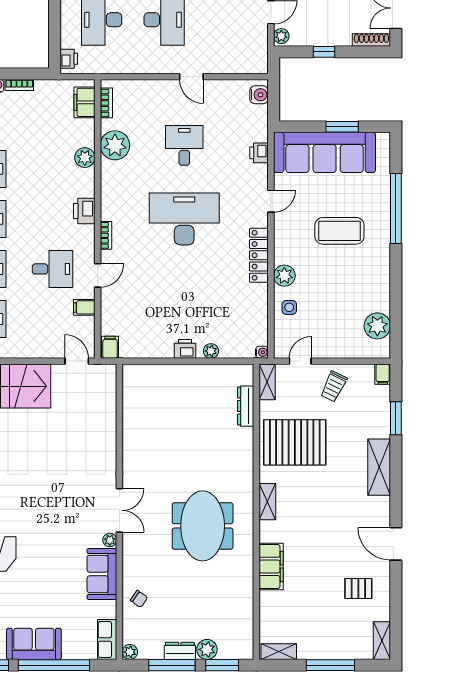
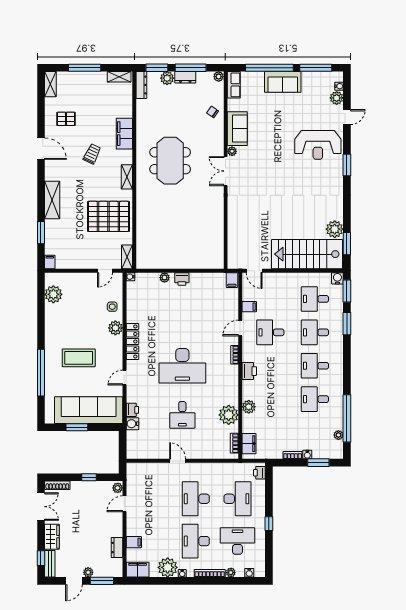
water cooler: (259, 95) -> (132, 424), moved
trolley: (334, 386) -> (92, 154), moved
dresser: (246, 406) -> (141, 85), moved

